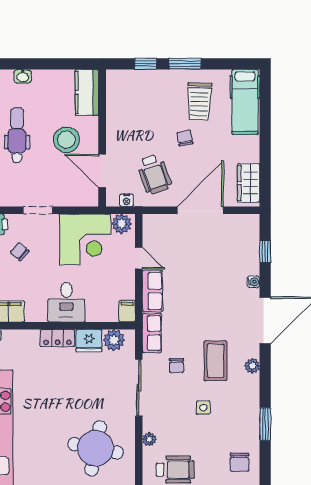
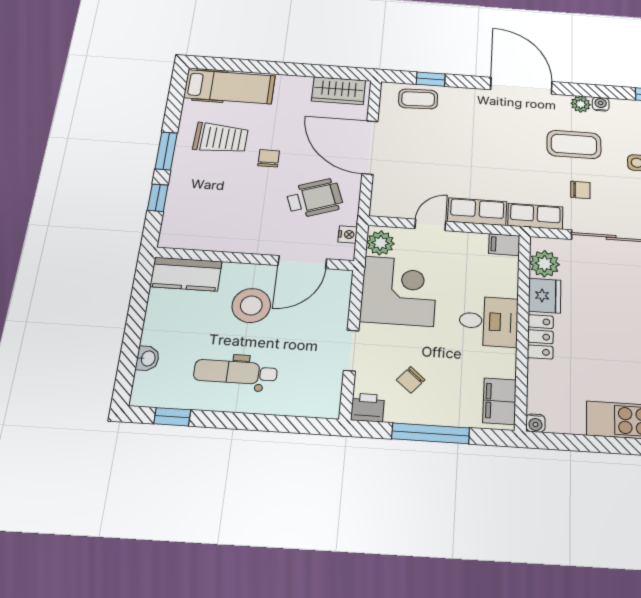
chair: (185, 138) -> (269, 158), turned 101
coffee table: (246, 243) -> (418, 99), added
water cooler: (253, 282) -> (601, 104), moved

